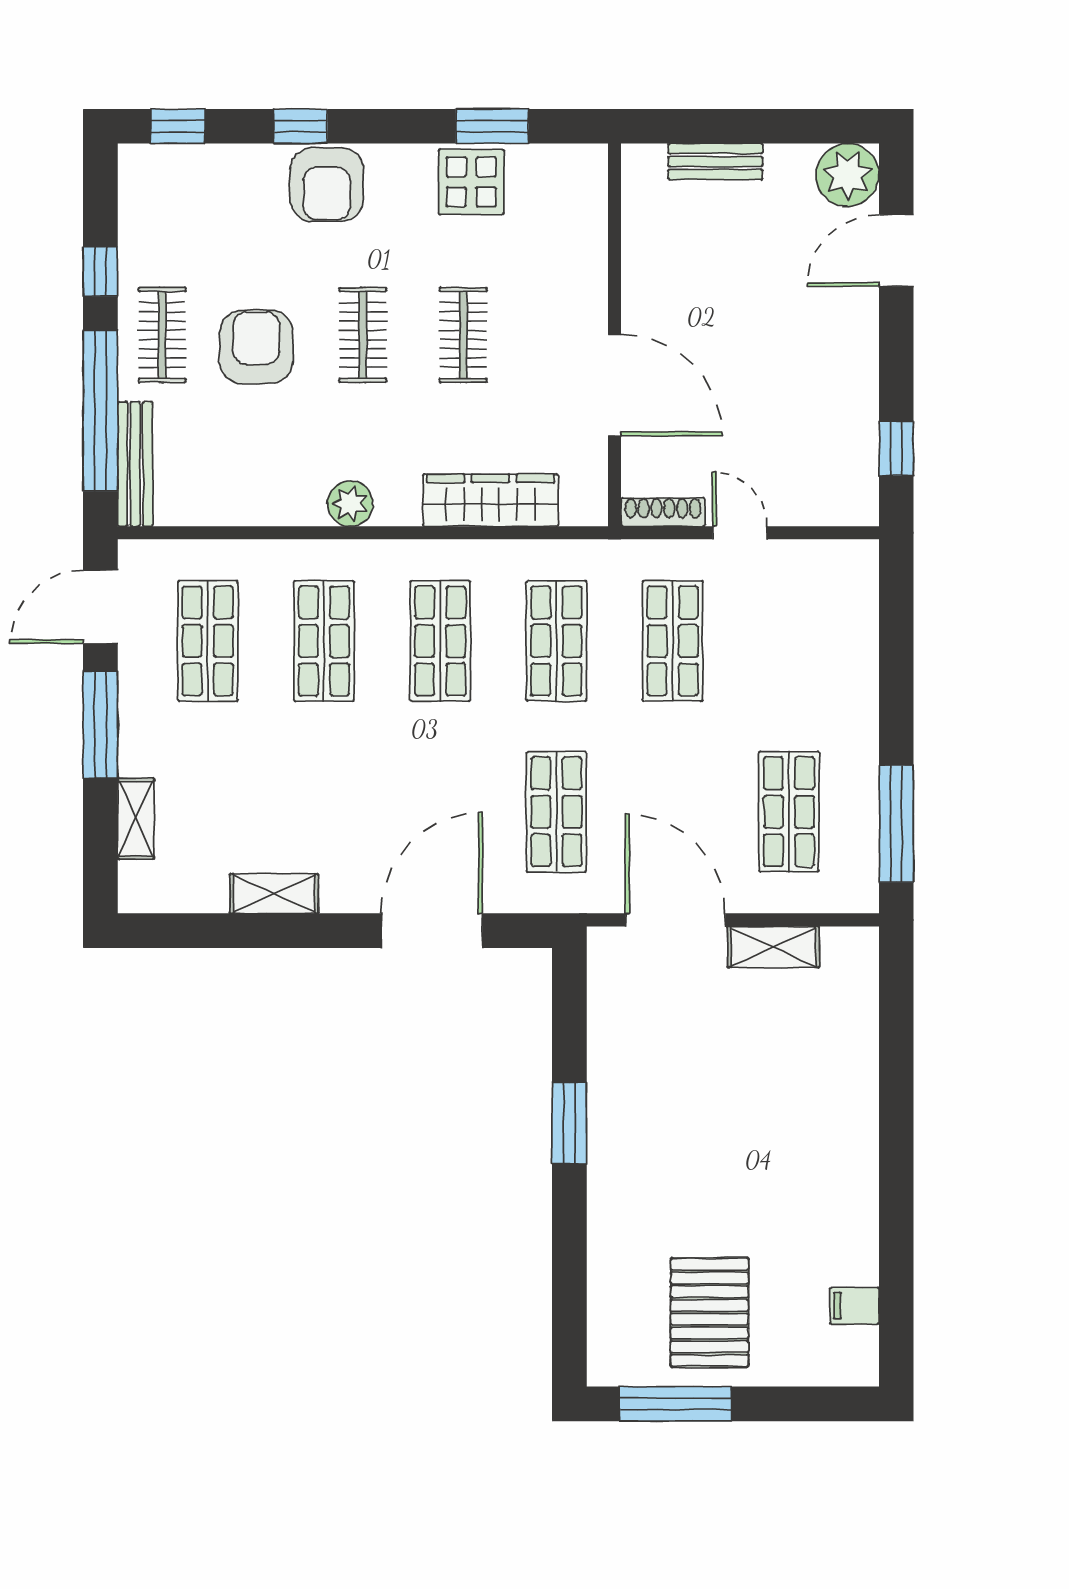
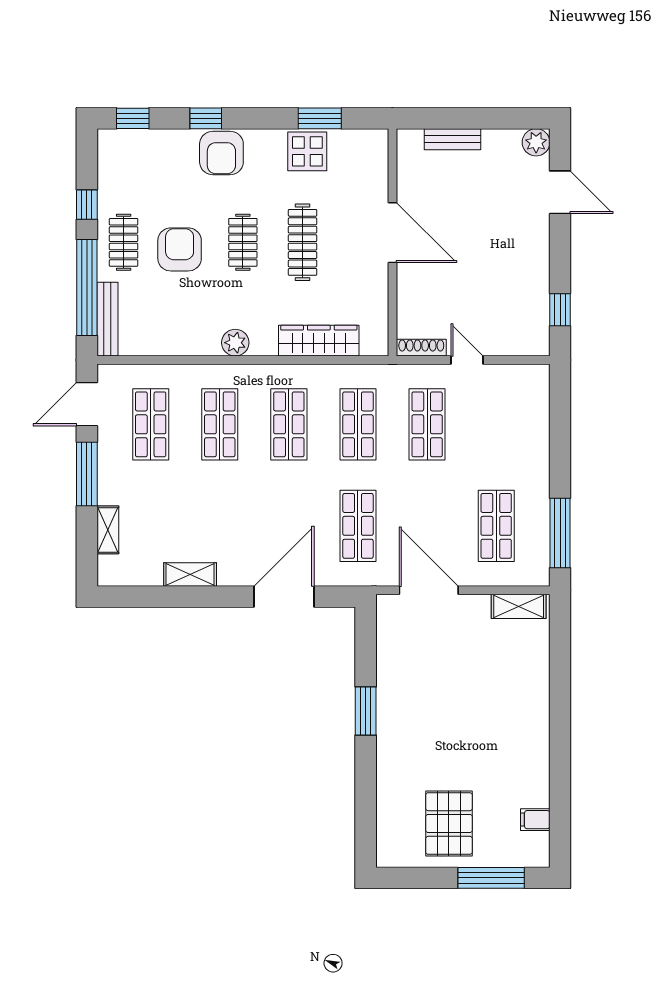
plant: (847, 175) -> (536, 142), width x0.73, depth x0.73
door: (896, 251) -> (560, 192), swing flipped
clothes rail: (463, 335) -> (303, 242), width x1.36
door: (614, 385) -> (392, 233), moved
shelving: (773, 947) -> (519, 606), moved
window: (675, 1404) -> (491, 878), moved

